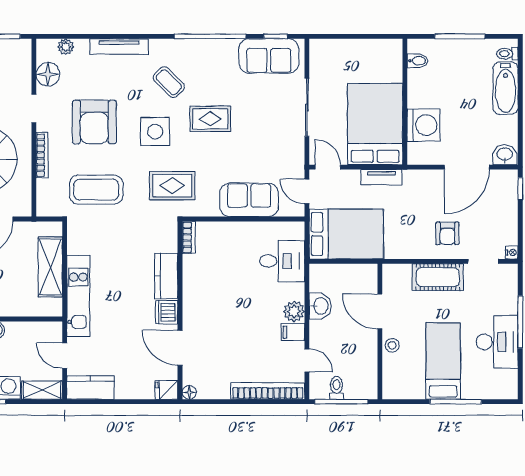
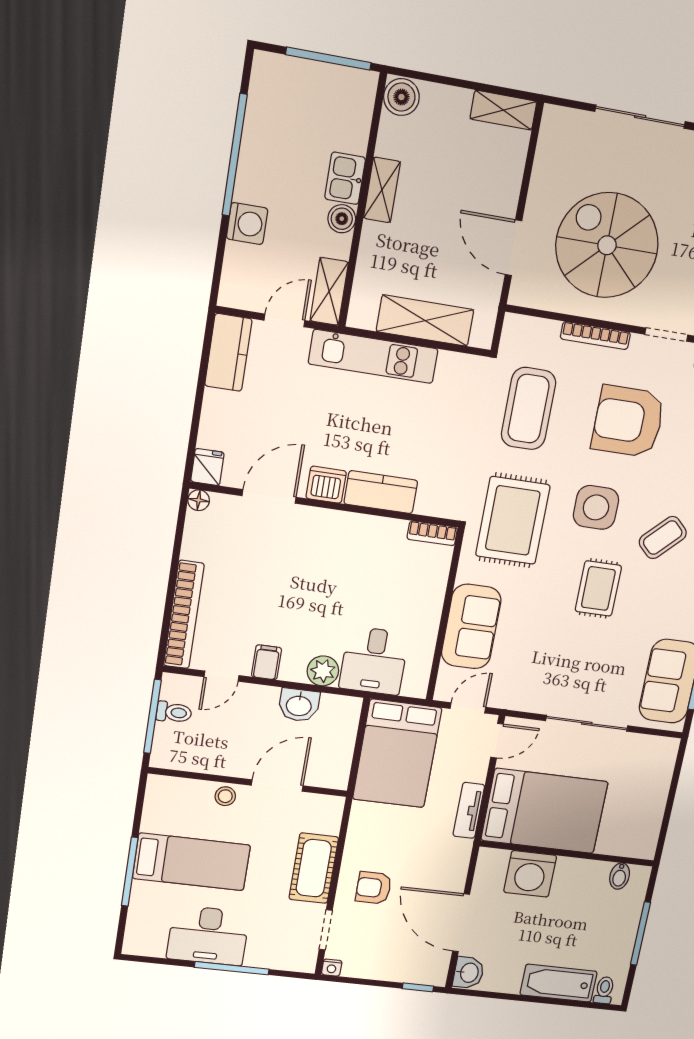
rug: (172, 186) -> (513, 520), width x1.36, depth x1.43
plant: (294, 311) -> (323, 671), moved
shelving: (42, 390) -> (329, 291), moved

